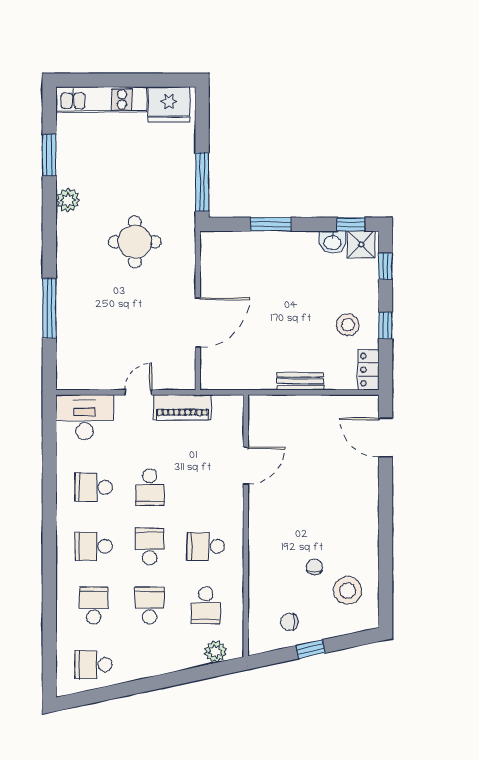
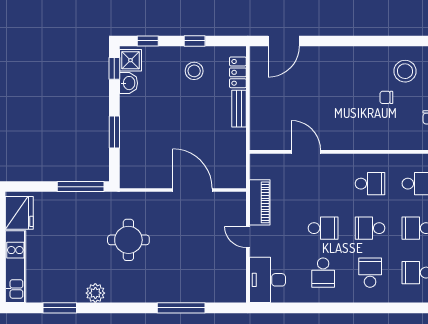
locker: (369, 370) -> (238, 72), moved, turned 90
school desk: (94, 546) -> (370, 273), turned 180
school desk: (206, 546) -> (370, 184), turned -90

